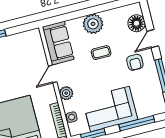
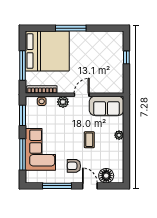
plant: (93, 24) -> (119, 135), width x0.53, depth x0.53
door: (53, 74) -> (82, 95), hinge flipped
corner sofa: (110, 109) -> (40, 149), moved

